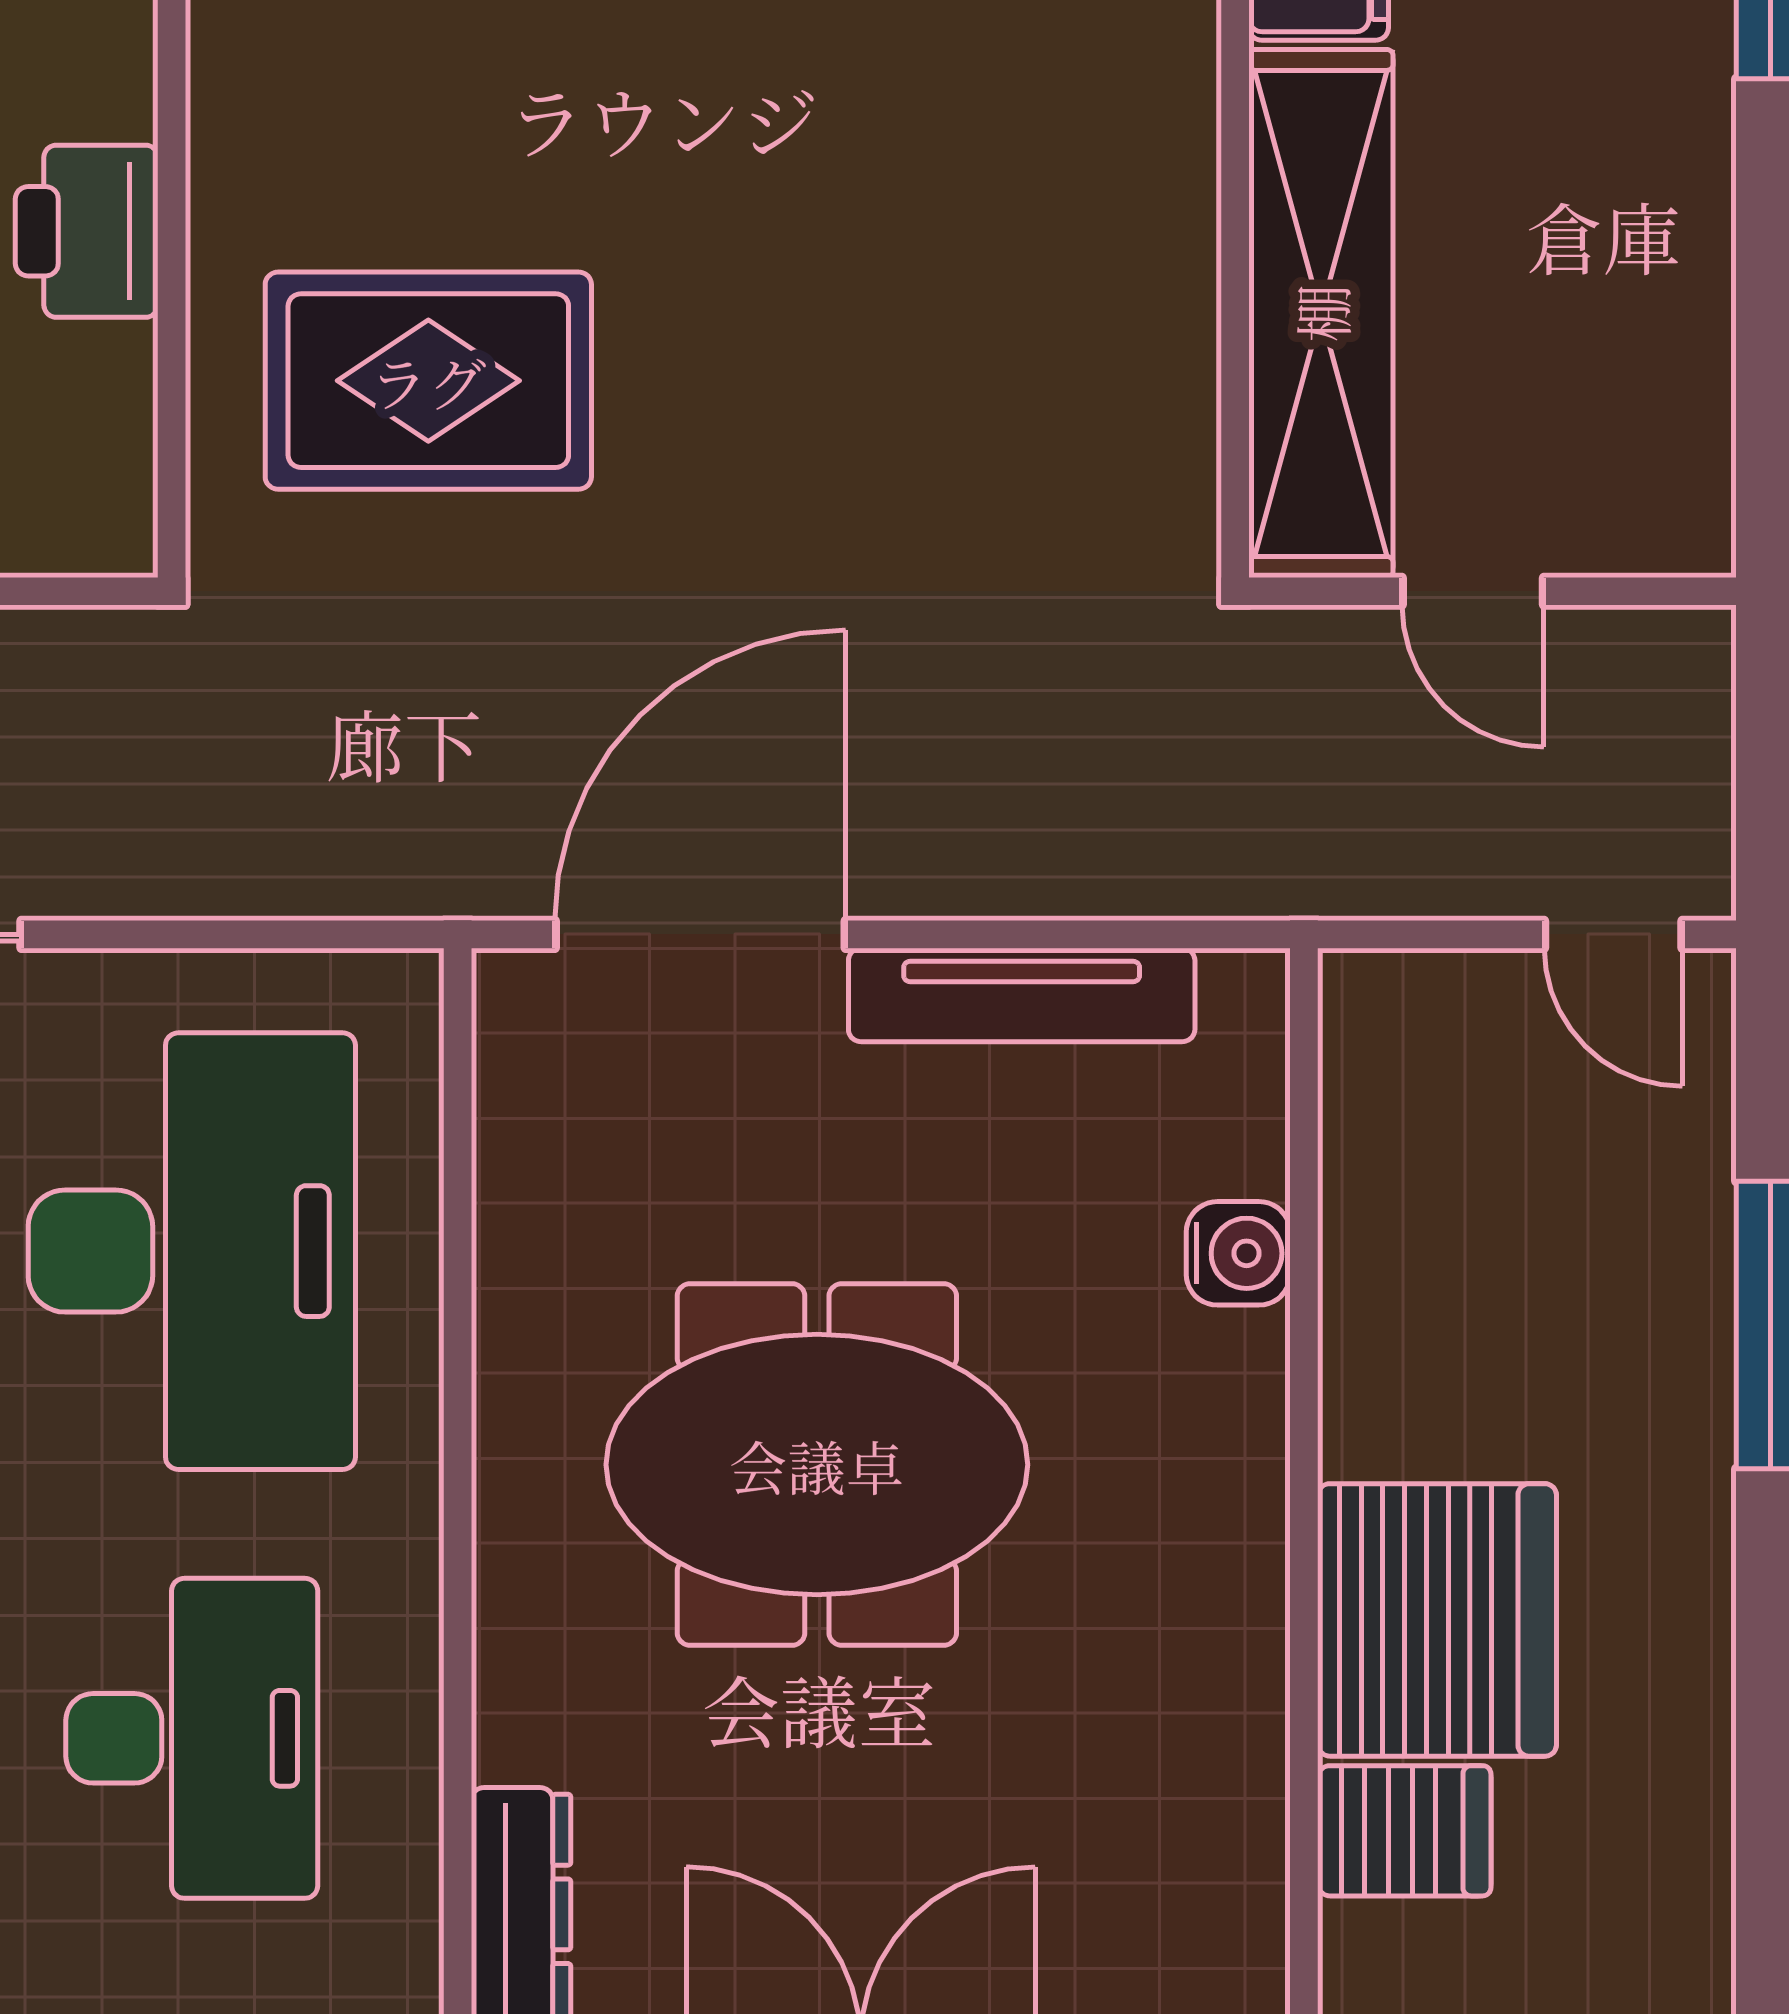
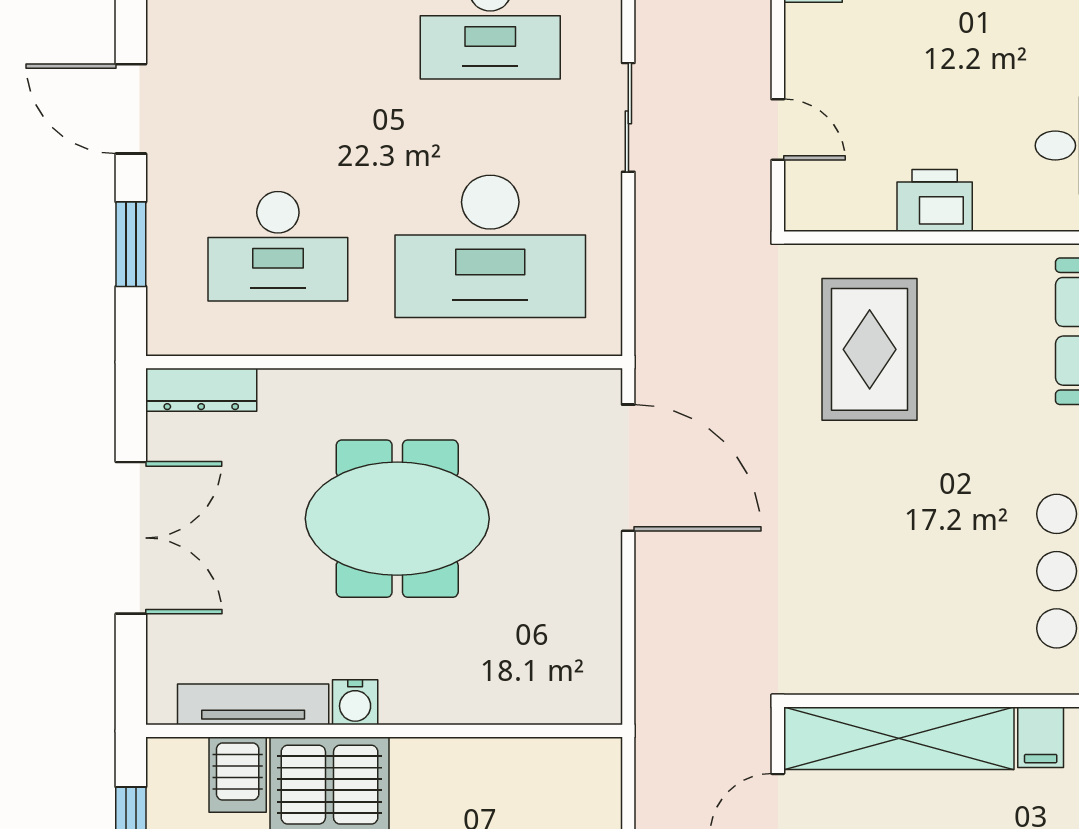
tv unit: (1022, 995) -> (253, 704), moved, turned 90
water cooler: (1238, 1253) -> (355, 702), moved
meeting table: (817, 1465) -> (397, 519), turned 90

